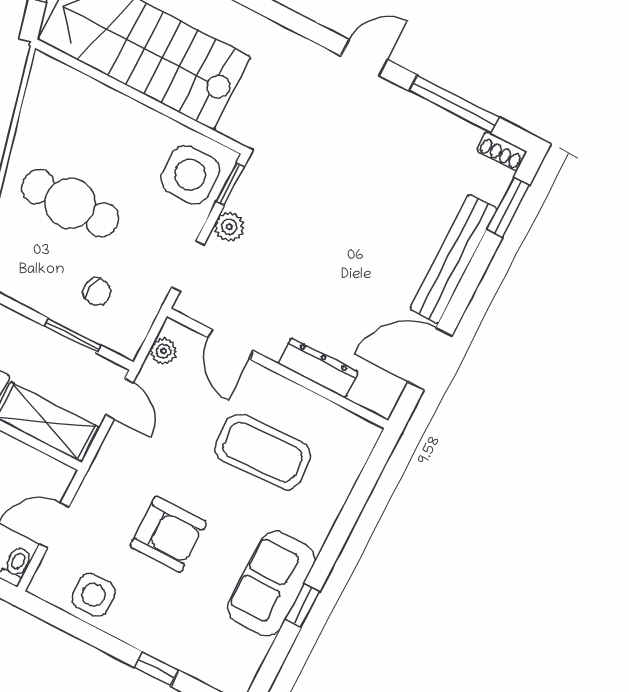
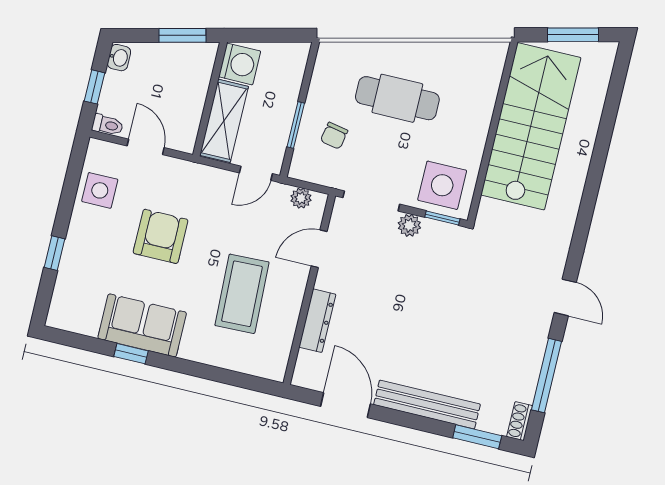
cafe table: (70, 203) -> (397, 98), turned 90
doorway: (188, 266) -> (371, 201), width x1.38
armchair: (168, 534) -> (161, 236), turned 180

